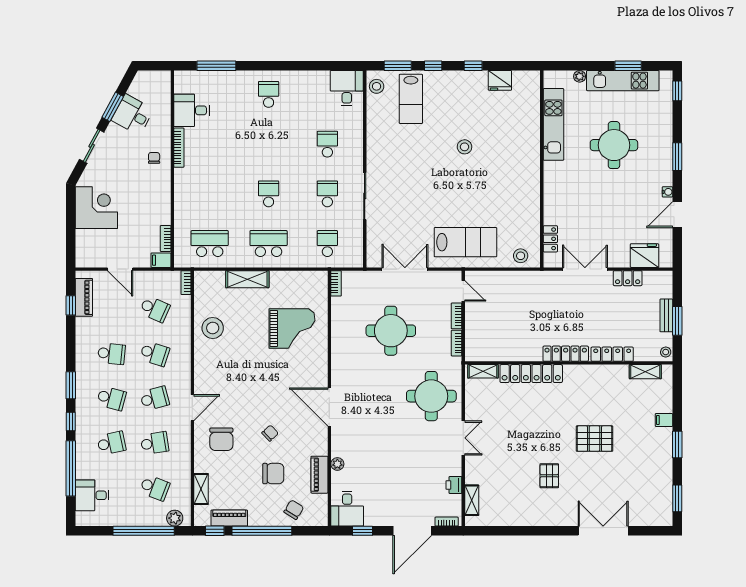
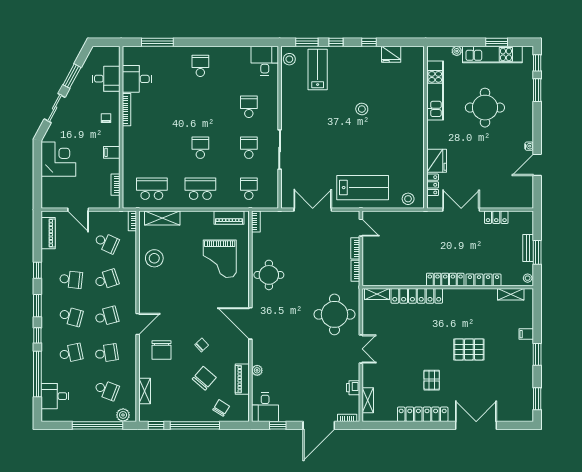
lab bench: (411, 99) -> (318, 70), turned 180
desk: (133, 115) -> (106, 79), moved, turned 152
window: (677, 157) -> (537, 90), moved
fridge: (644, 256) -> (437, 161), moved, turned 90
filing cabinet: (161, 260) -> (112, 152), moved
shelving: (247, 279) -> (162, 218), moved
window: (71, 305) -> (37, 270), moved
grand piano: (292, 329) -> (220, 259), turned 90
round table: (391, 331) -> (269, 275), moved, width x0.73, depth x0.73
school desk: (155, 354) -> (106, 279), turned -36
chair: (273, 474) -> (204, 378), turned -49
locker: (538, 517) -> (423, 414), added
piano: (229, 518) -> (229, 218), moved, turned 180

